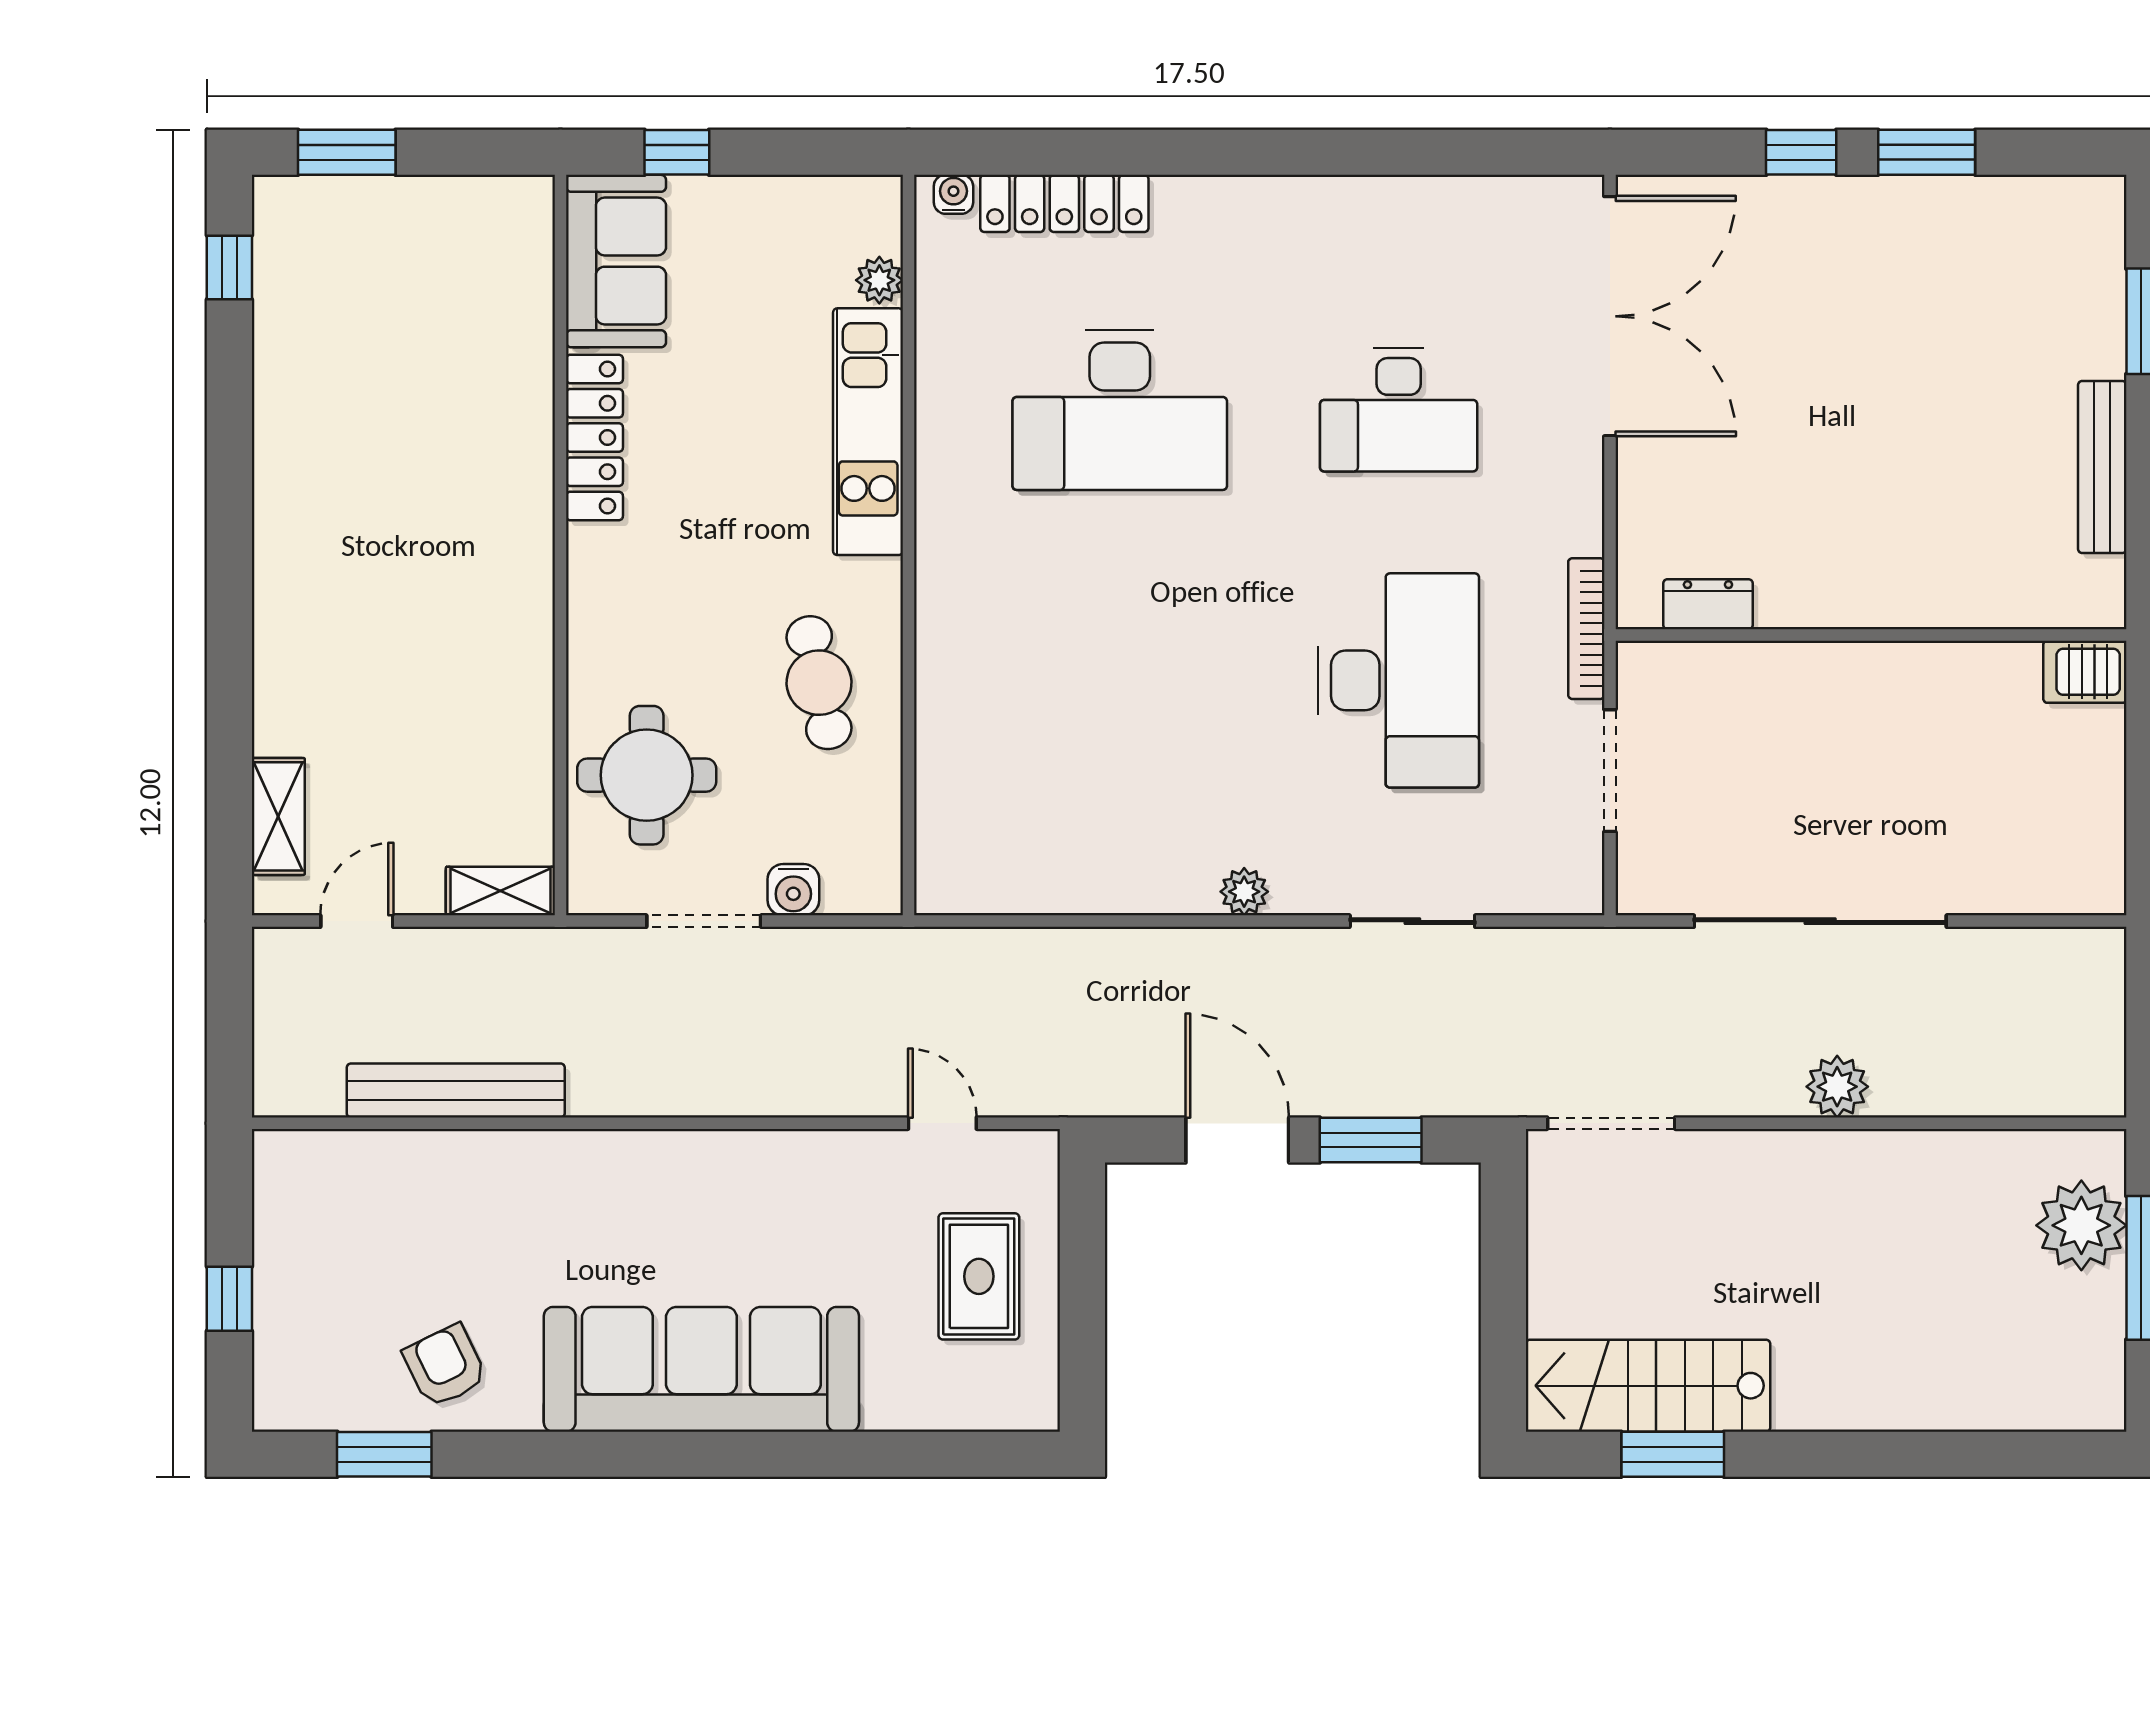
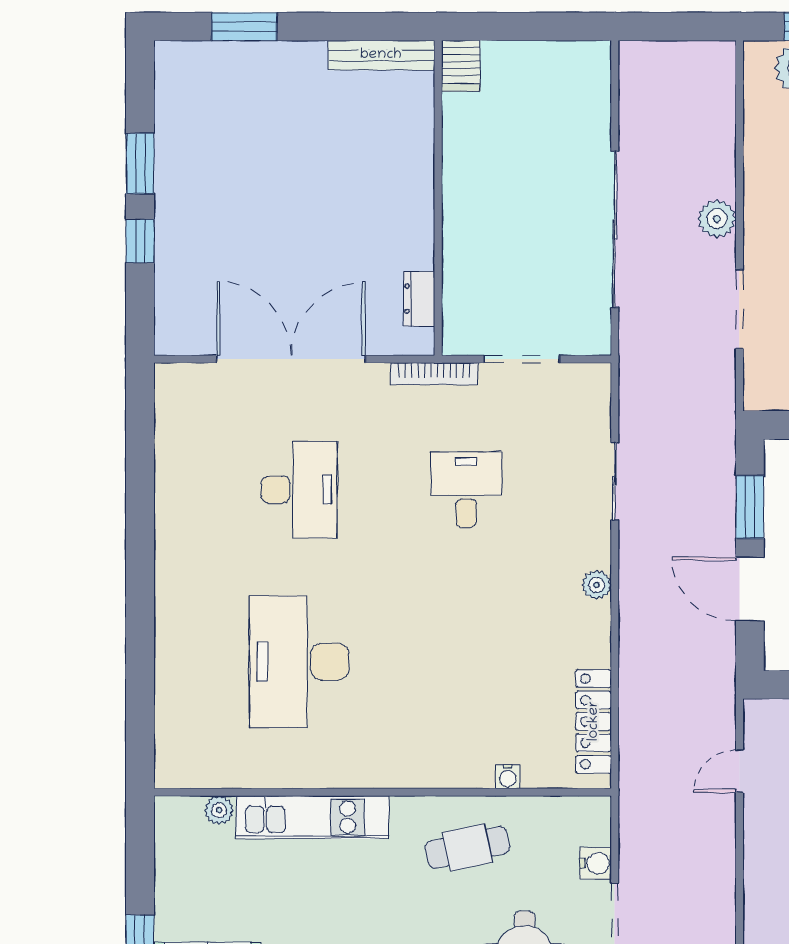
water cooler: (953, 194) -> (508, 777), moved, turned -90
locker: (1064, 203) -> (594, 721), moved, turned 180
double door: (1610, 316) -> (291, 359), moved
desk: (1120, 410) -> (299, 662), turned 180
bench: (2102, 467) -> (381, 55), moved
desk: (1399, 680) -> (466, 490), width x0.53, depth x0.77
doorway: (1611, 1123) -> (739, 309), moved
door: (1237, 1140) -> (750, 589), hinge flipped

